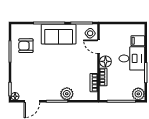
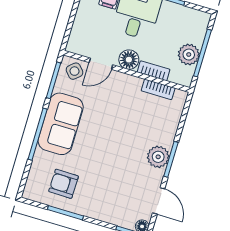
armchair: (26, 46) -> (64, 184), turned 91
plant: (67, 94) -> (158, 157), moved
plant: (138, 94) -> (189, 55), moved

